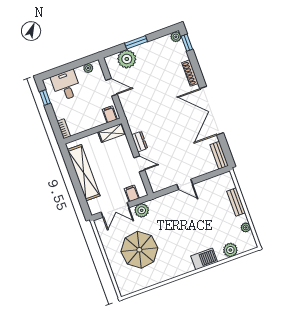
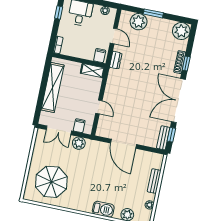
plant: (176, 37) -> (181, 31), width x1.88, depth x1.88
window: (187, 43) -> (186, 63), moved
dresser: (140, 142) -> (116, 60), moved
window: (225, 147) -> (171, 135), added
door: (185, 184) -> (124, 144), width x1.87
parasol: (139, 250) -> (51, 182), moved

